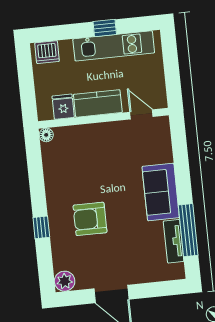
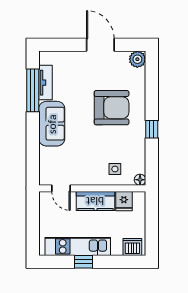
side table: (78, 145) -> (115, 169), added
armchair: (90, 219) -> (112, 108), width x1.36, depth x1.36
window: (41, 227) -> (152, 129), moved

